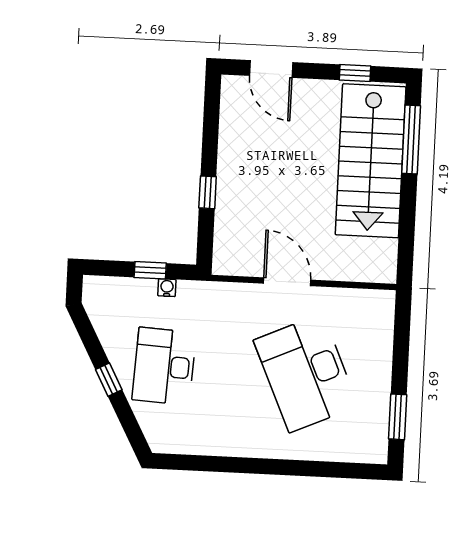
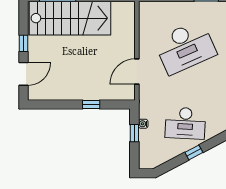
window: (355, 73) -> (23, 43), moved
door: (287, 282) -> (137, 72), moved

